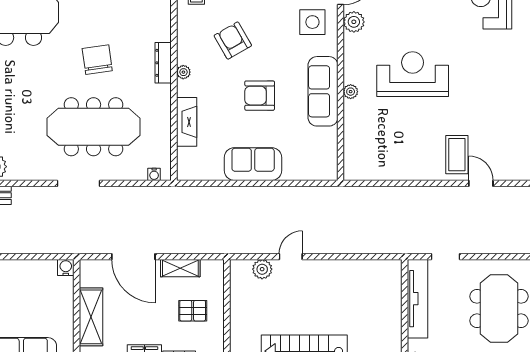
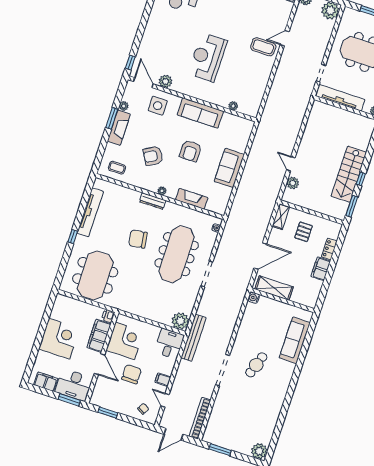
plant: (351, 92) -> (233, 106), moved
shelving: (180, 268) -> (281, 216), moved
shelving: (91, 317) -> (274, 288), moved

